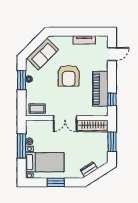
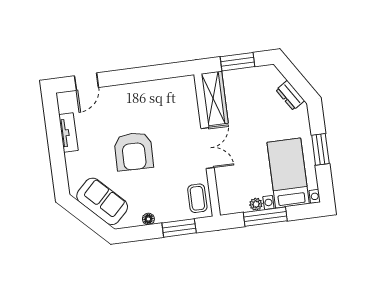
door: (112, 54) -> (86, 82), swing flipped
armchair: (69, 76) -> (134, 151), turned 91
window: (22, 80) -> (179, 228), moved
piano: (100, 89) -> (149, 94), removed
window: (112, 99) -> (164, 71), removed

